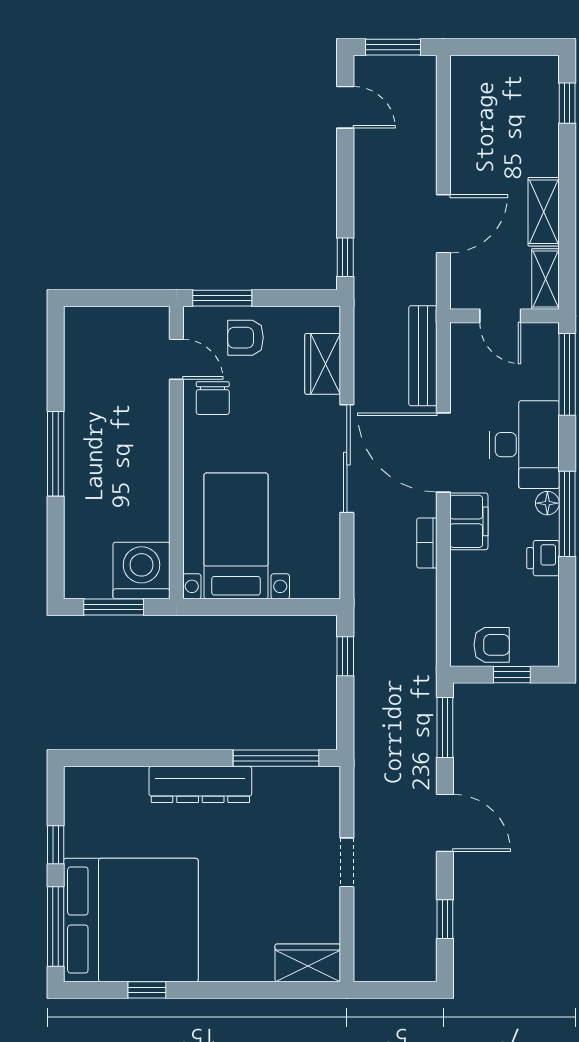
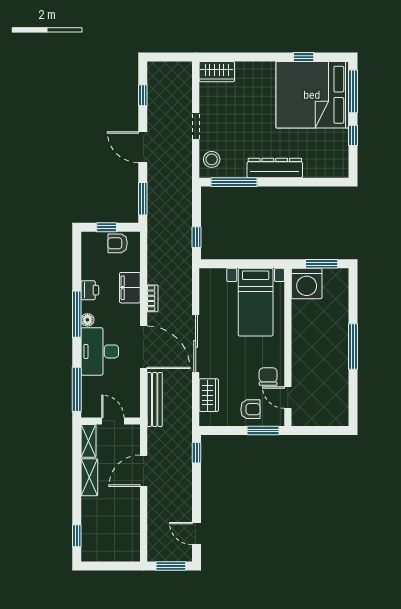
filing cabinet: (469, 521) -> (130, 288), moved
stool: (317, 800) -> (212, 159), added

